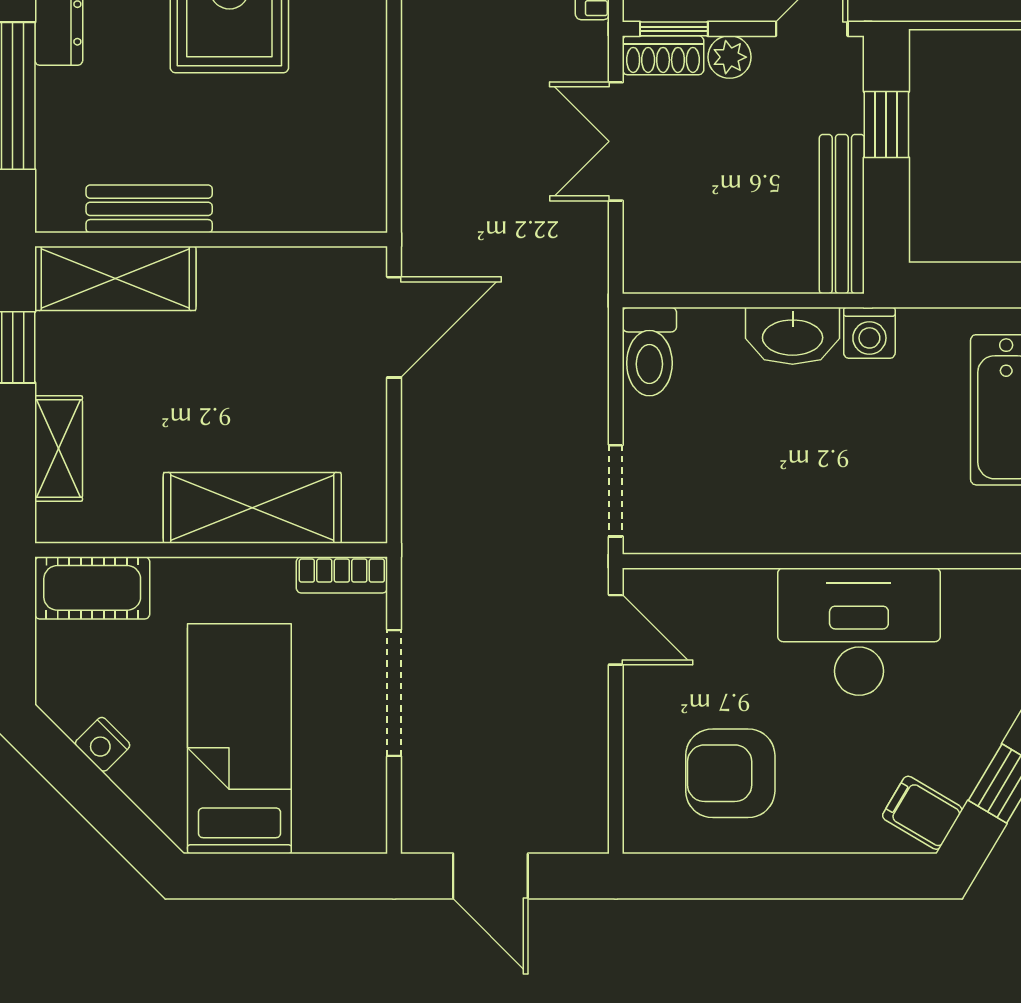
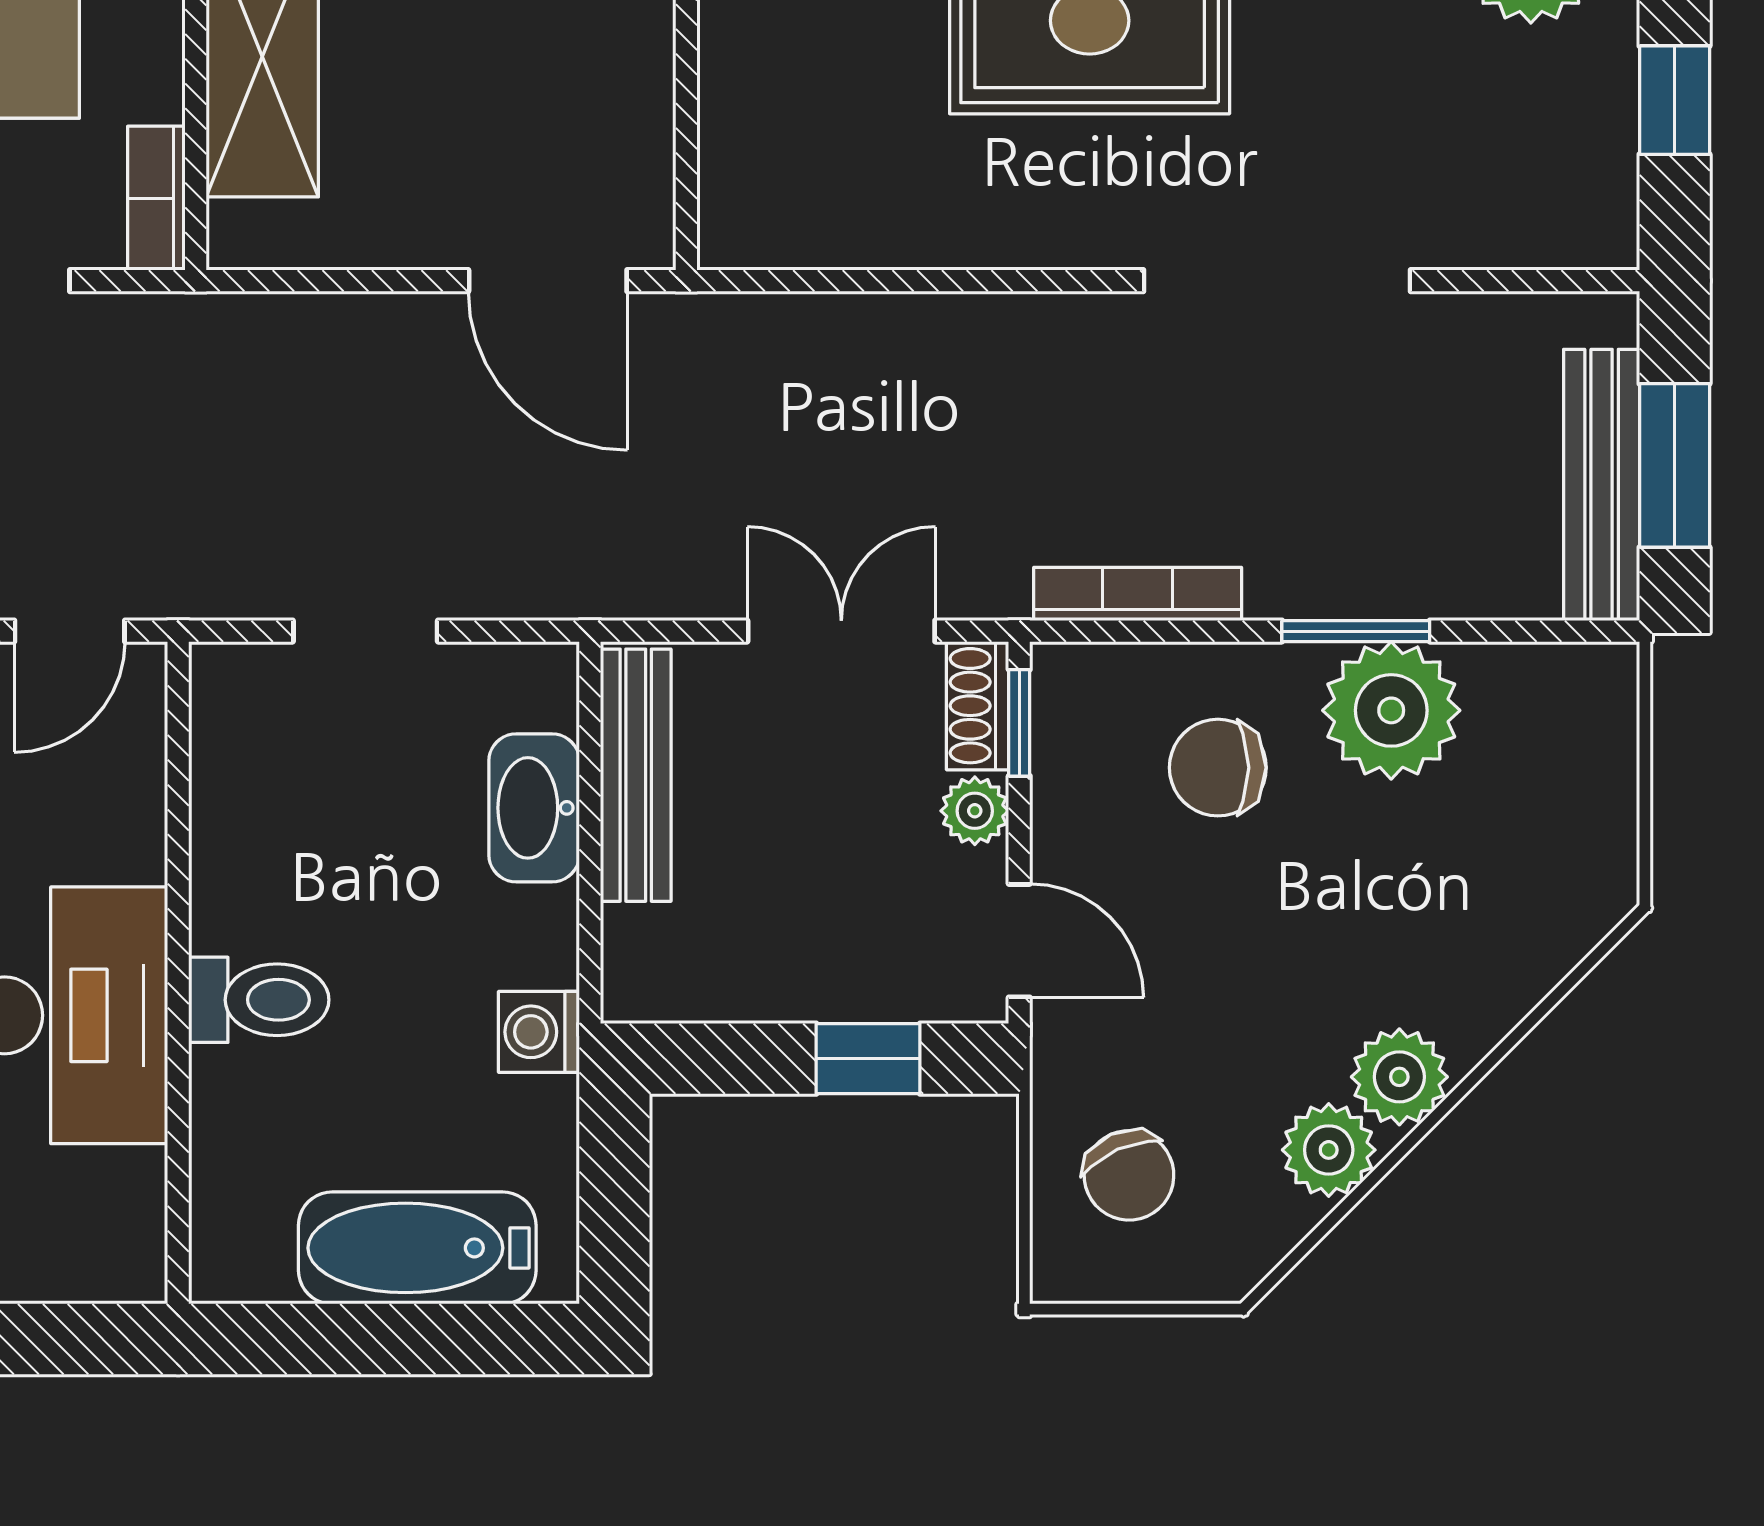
bench: (842, 214) -> (636, 775), moved, turned 90
washbasin: (793, 336) -> (534, 808), moved
toilet: (649, 352) -> (259, 1000), moved, turned 180
doorway: (616, 491) -> (365, 631), moved

